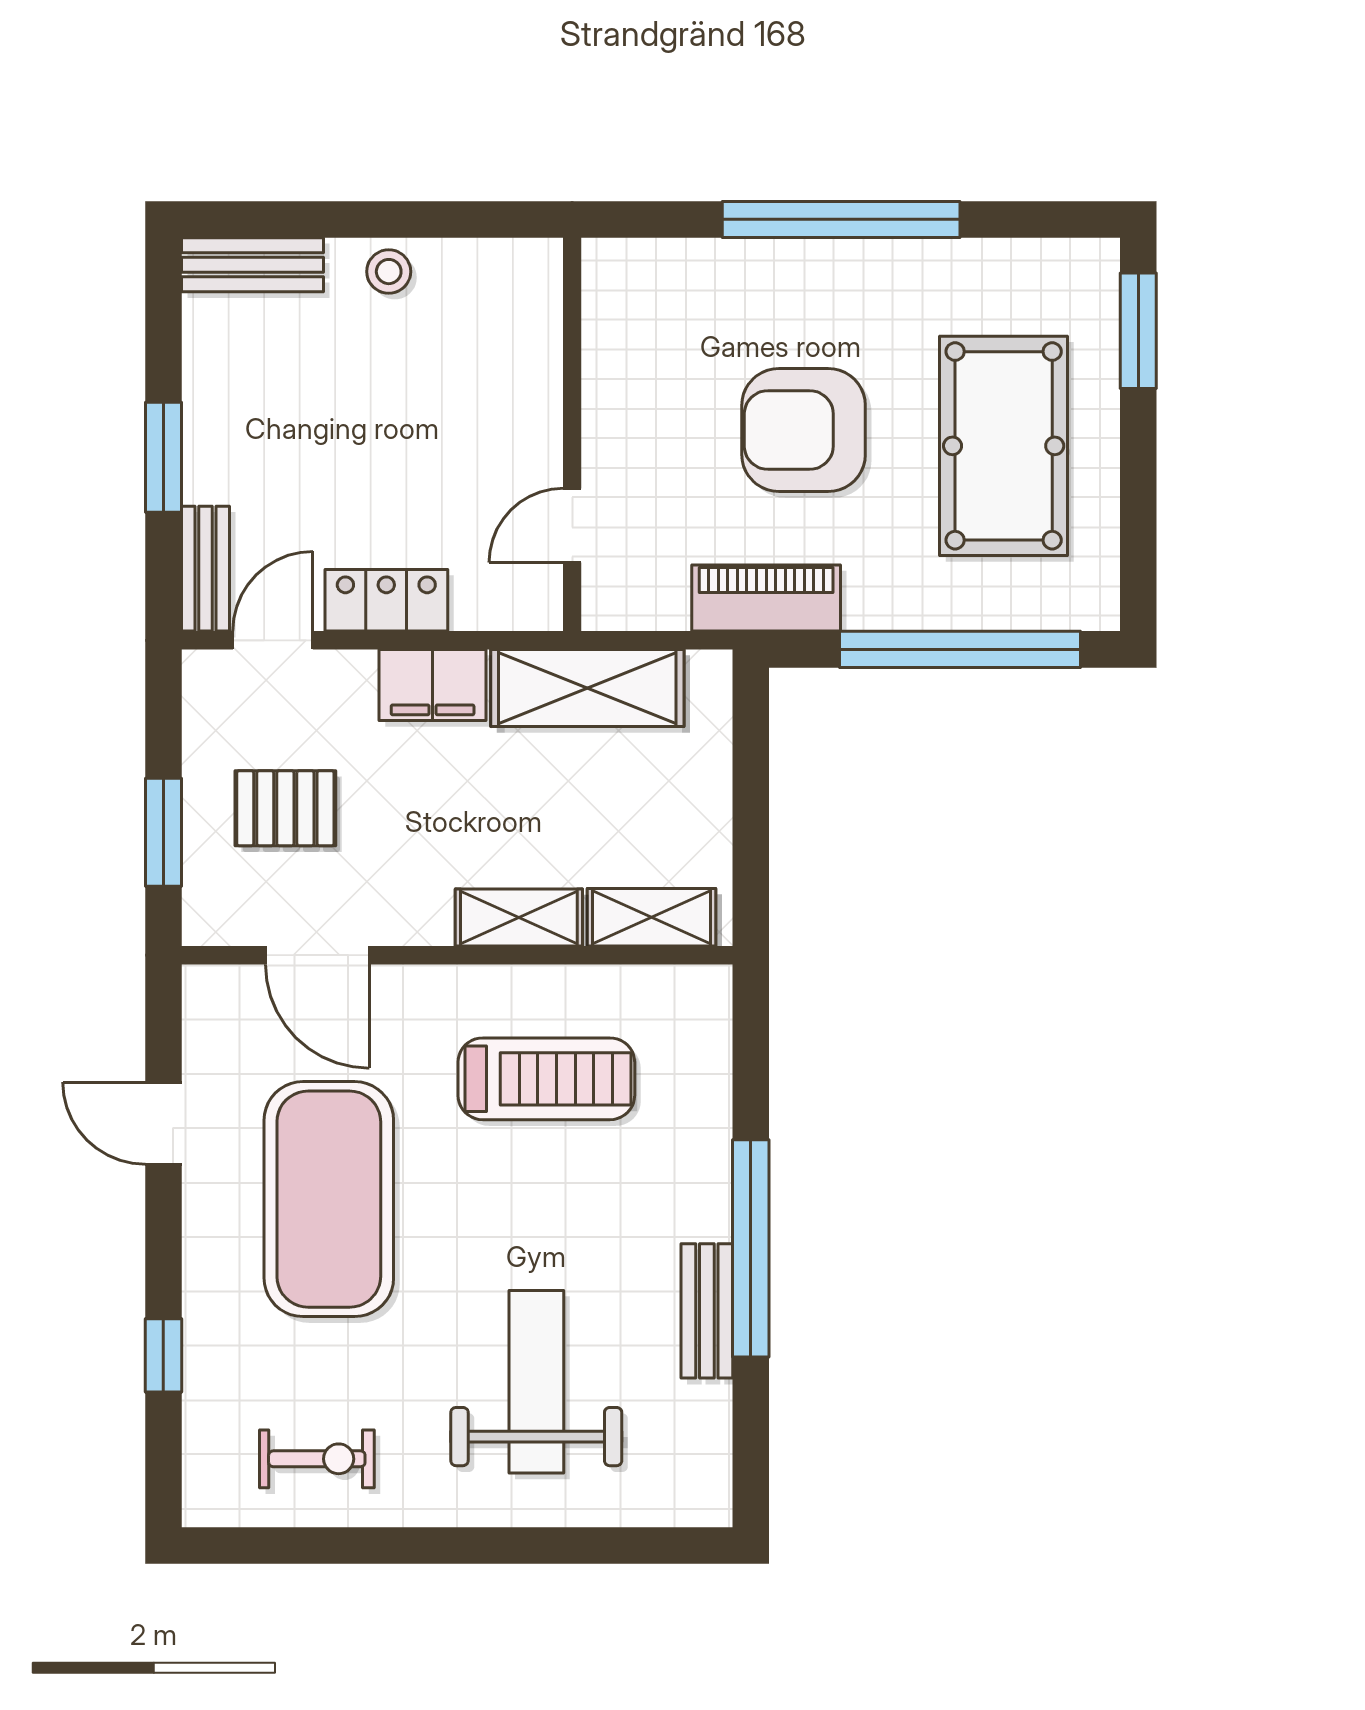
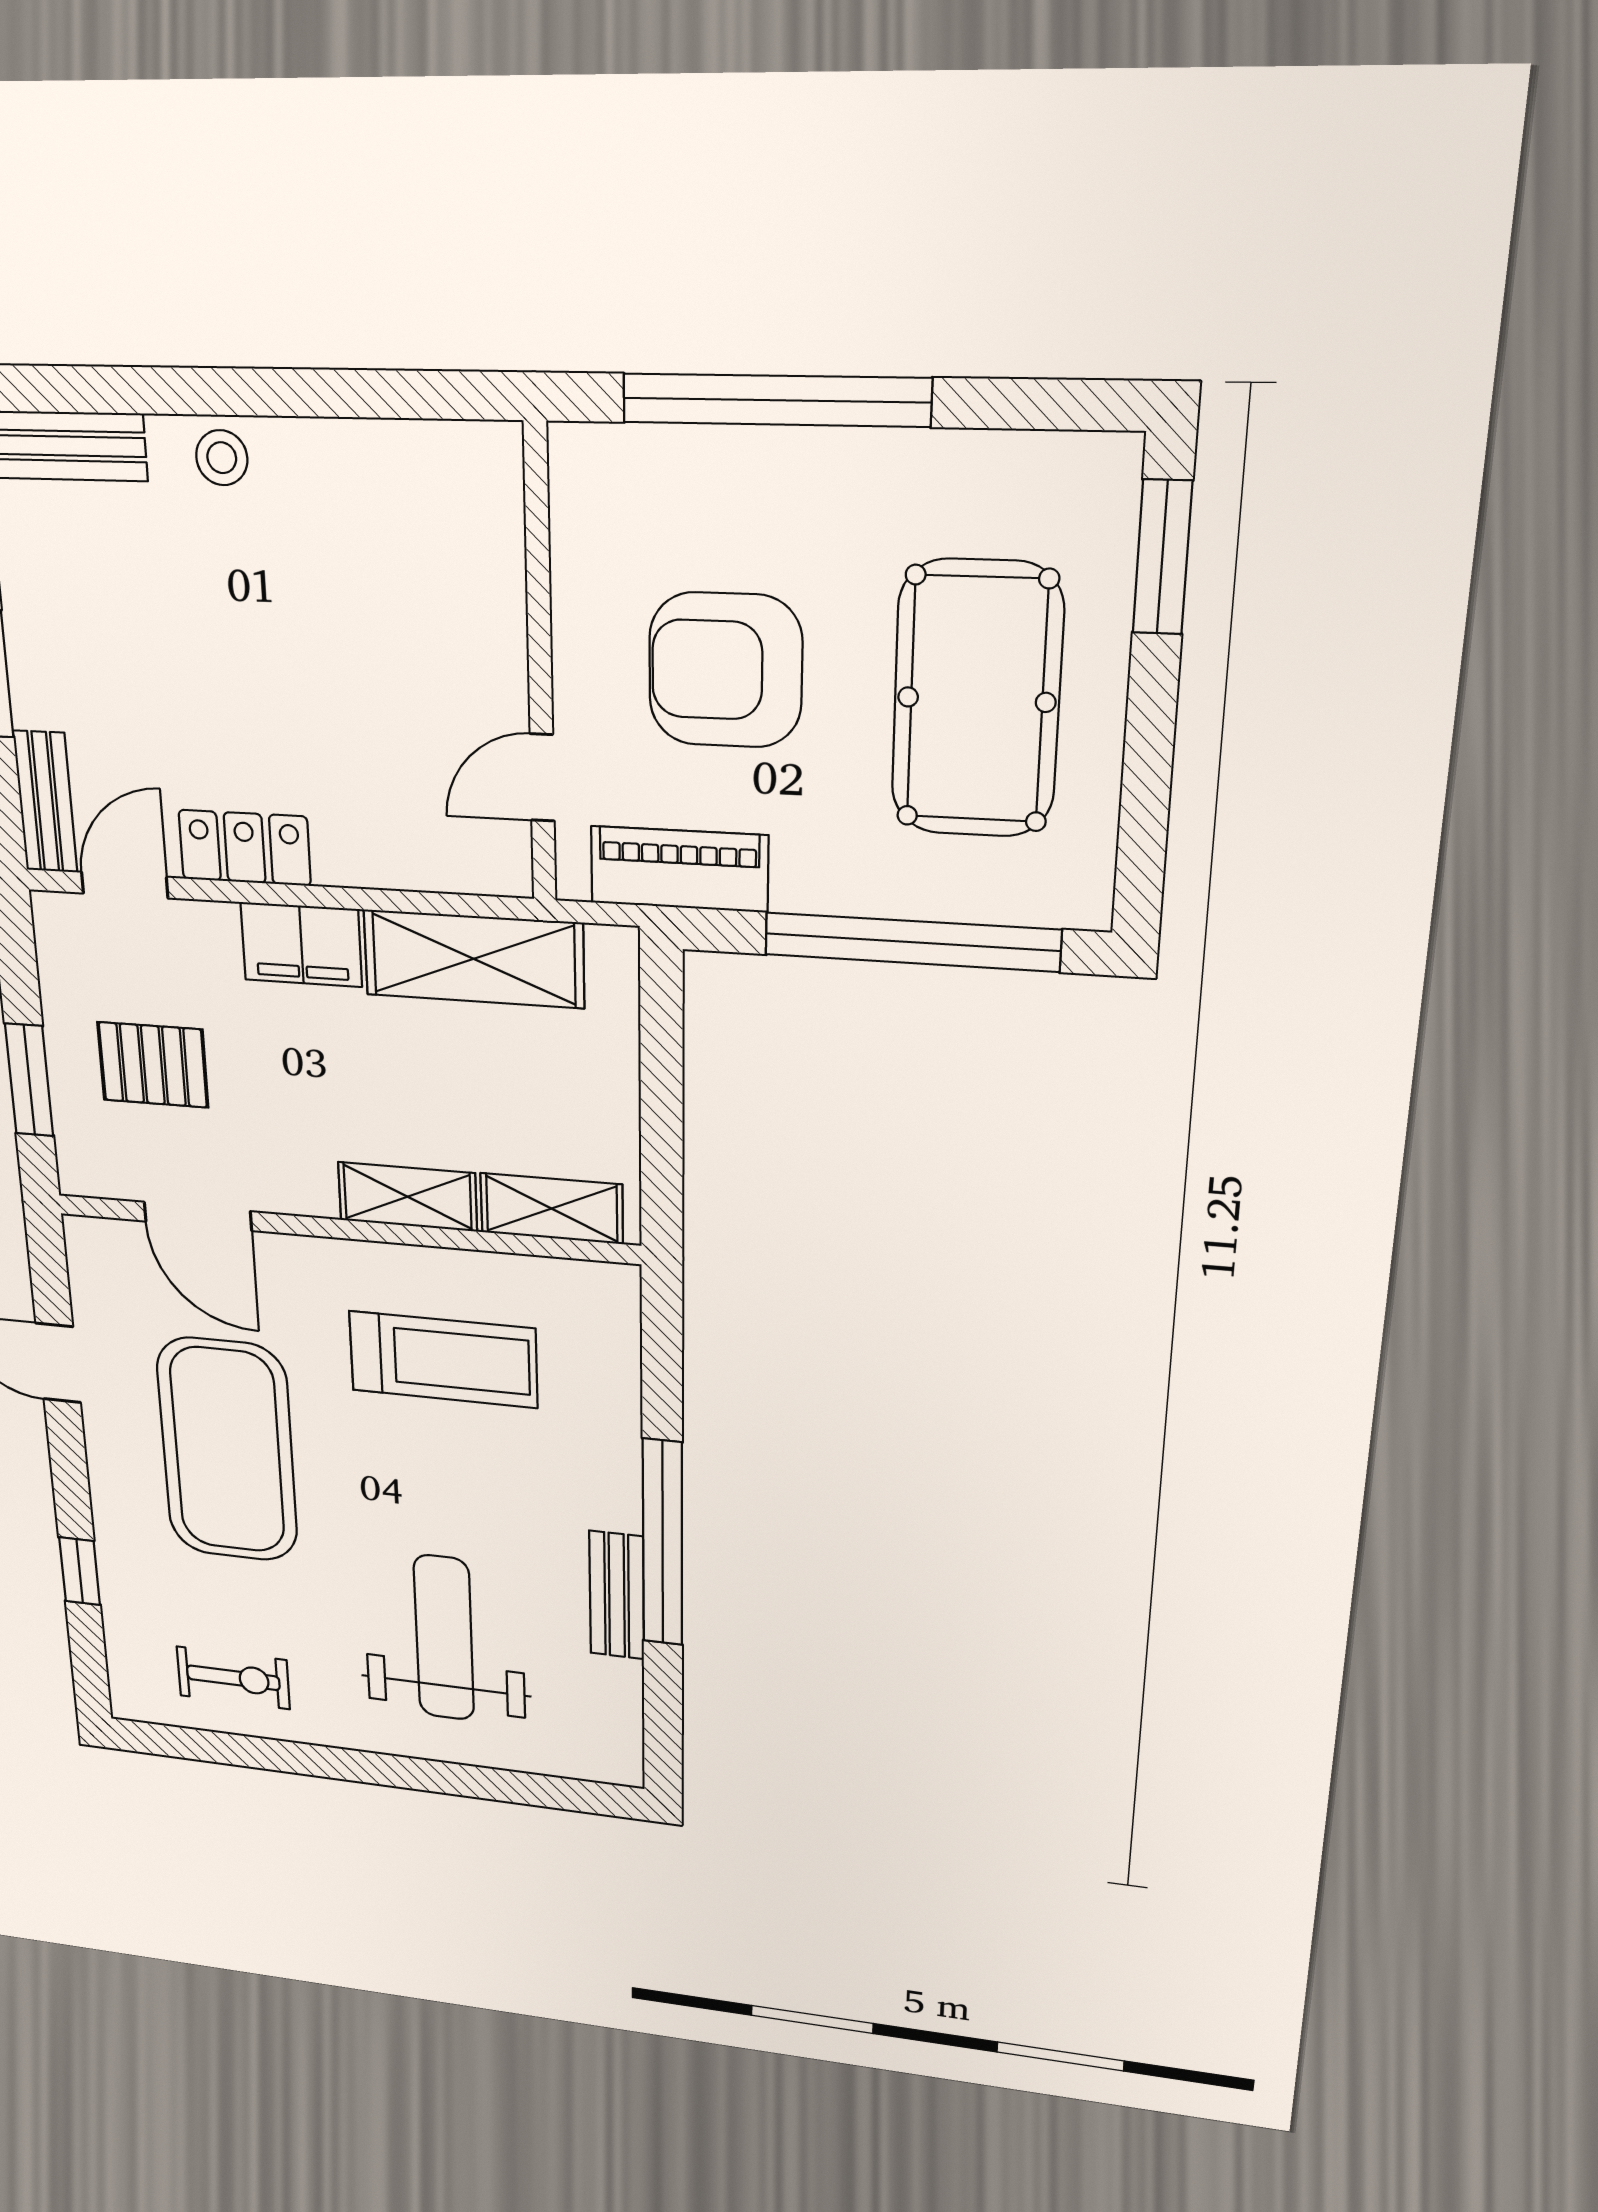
wall: (572, 434) -> (540, 669), moved
door: (572, 526) -> (542, 778), moved

